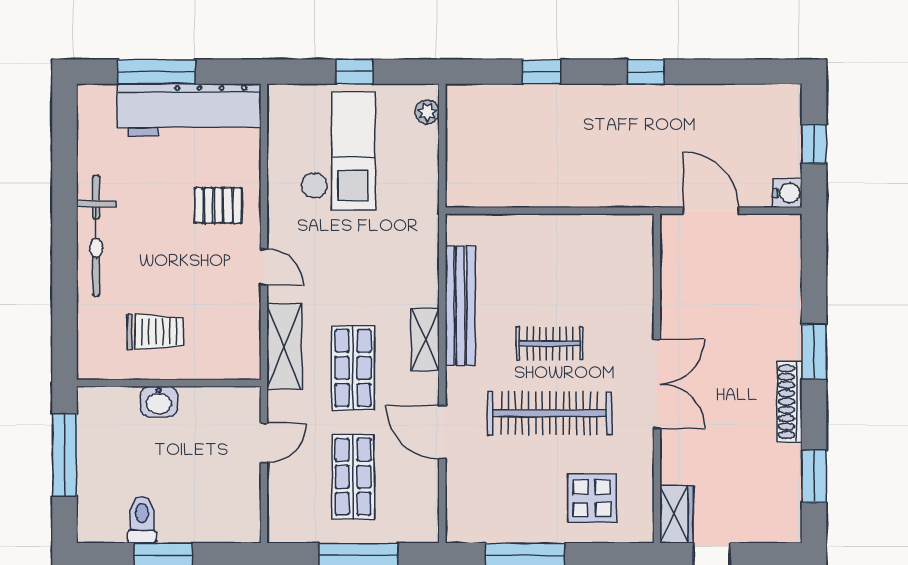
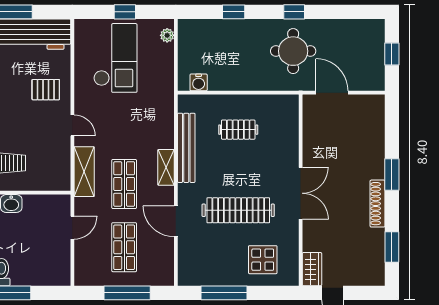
round table: (644, 139) -> (293, 51), added
water cooler: (787, 193) -> (199, 82), moved, turned 90
clothes rail: (550, 344) -> (238, 130), moved

